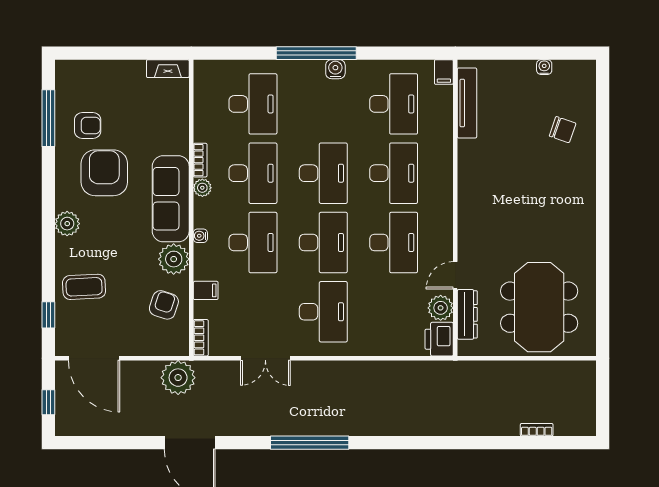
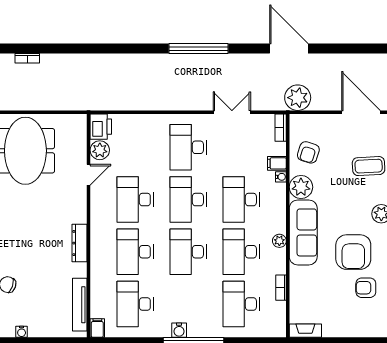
bookcase: (200, 160) -> (281, 288), moved
water cooler: (200, 236) -> (281, 177), moved
dresser: (467, 314) -> (80, 243), moved

